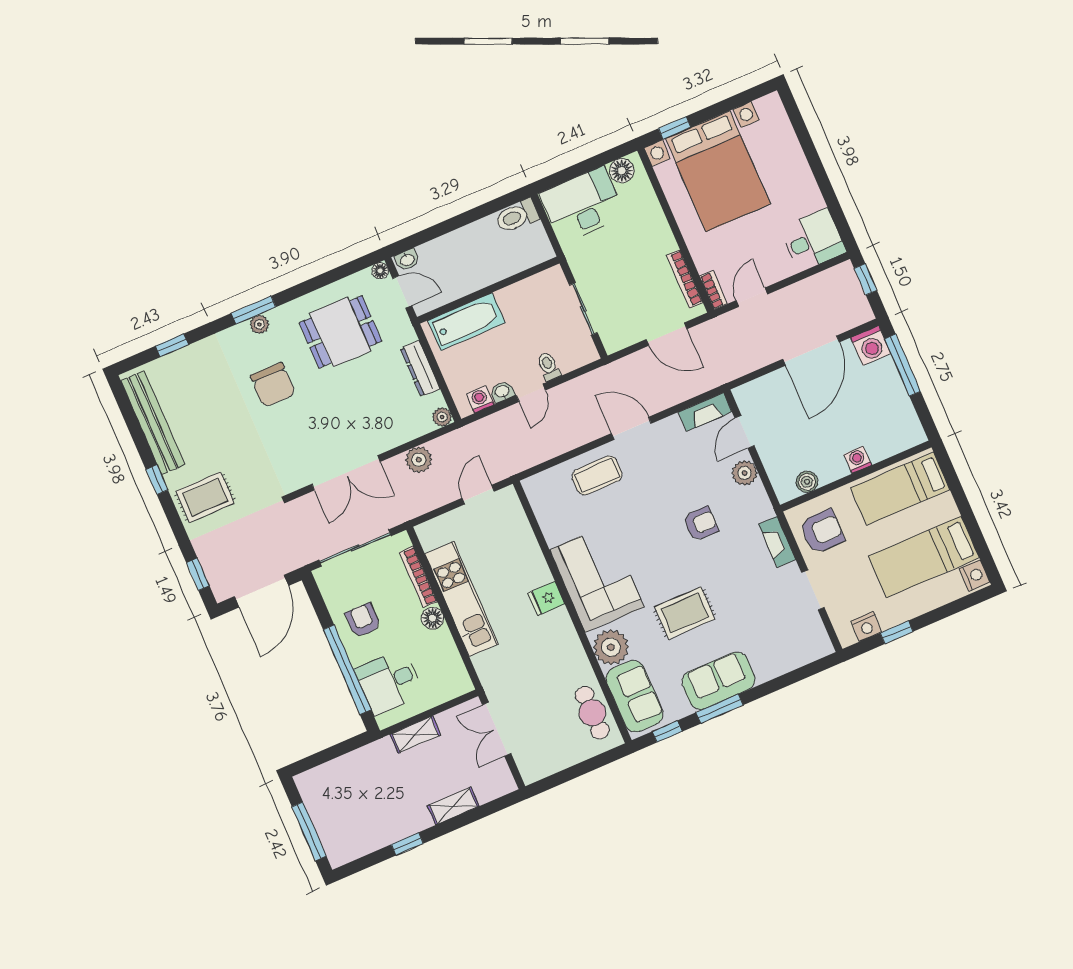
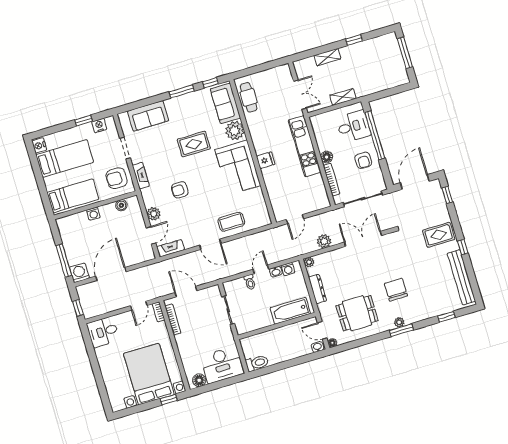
kitchen unit: (461, 599) -> (305, 146), moved
sofa: (719, 681) -> (148, 116), moved

